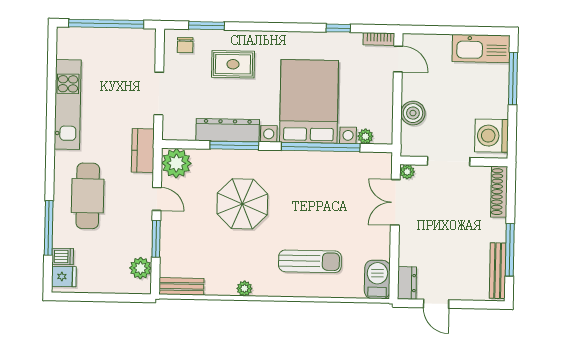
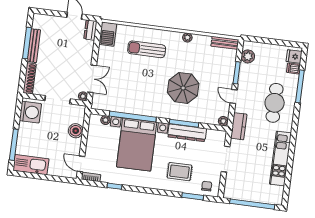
plant: (176, 163) -> (223, 121), width x0.53, depth x0.53
bench: (498, 271) -> (34, 46), moved

